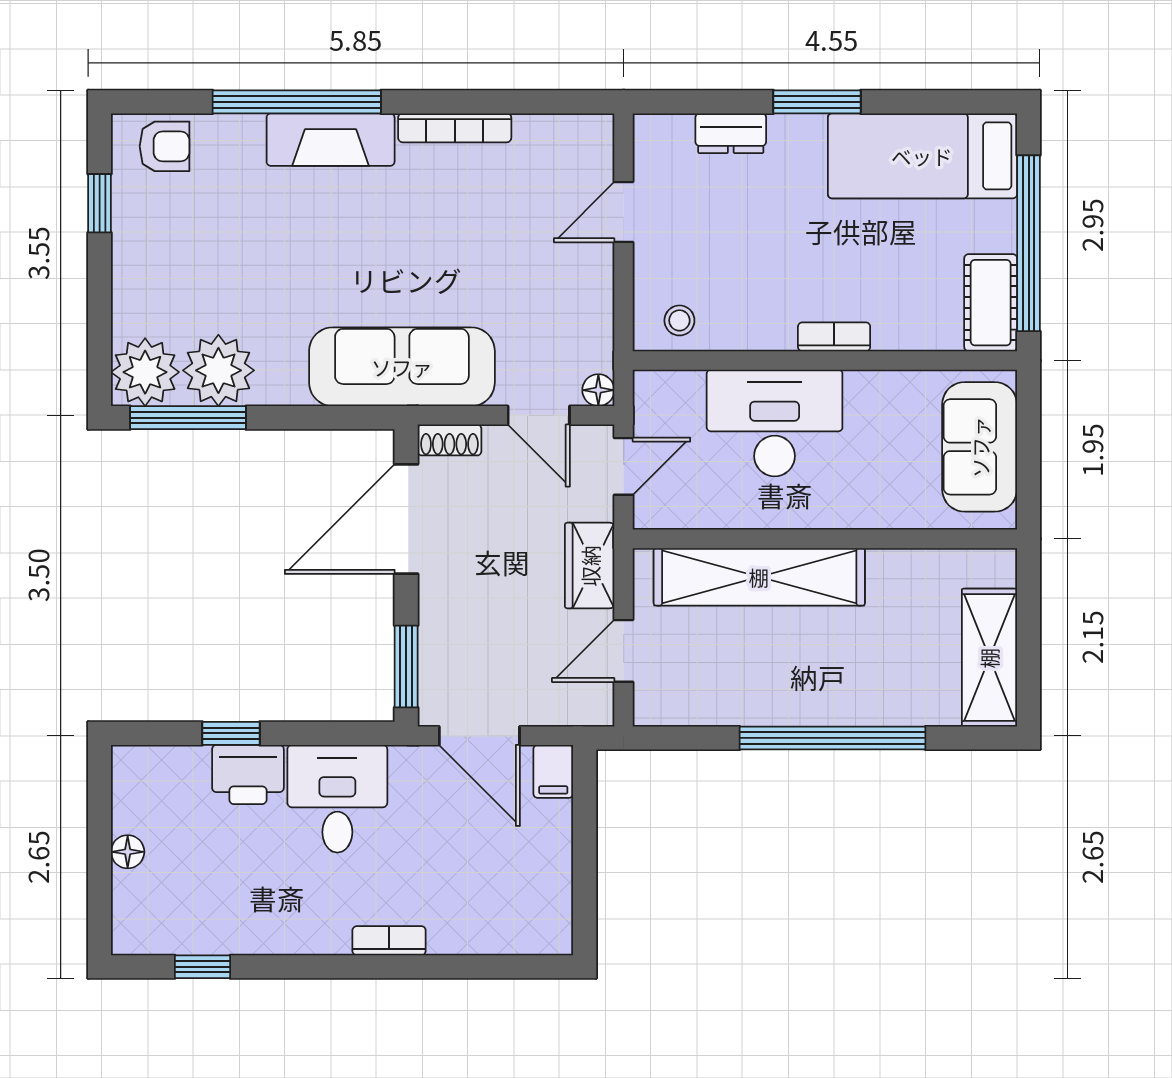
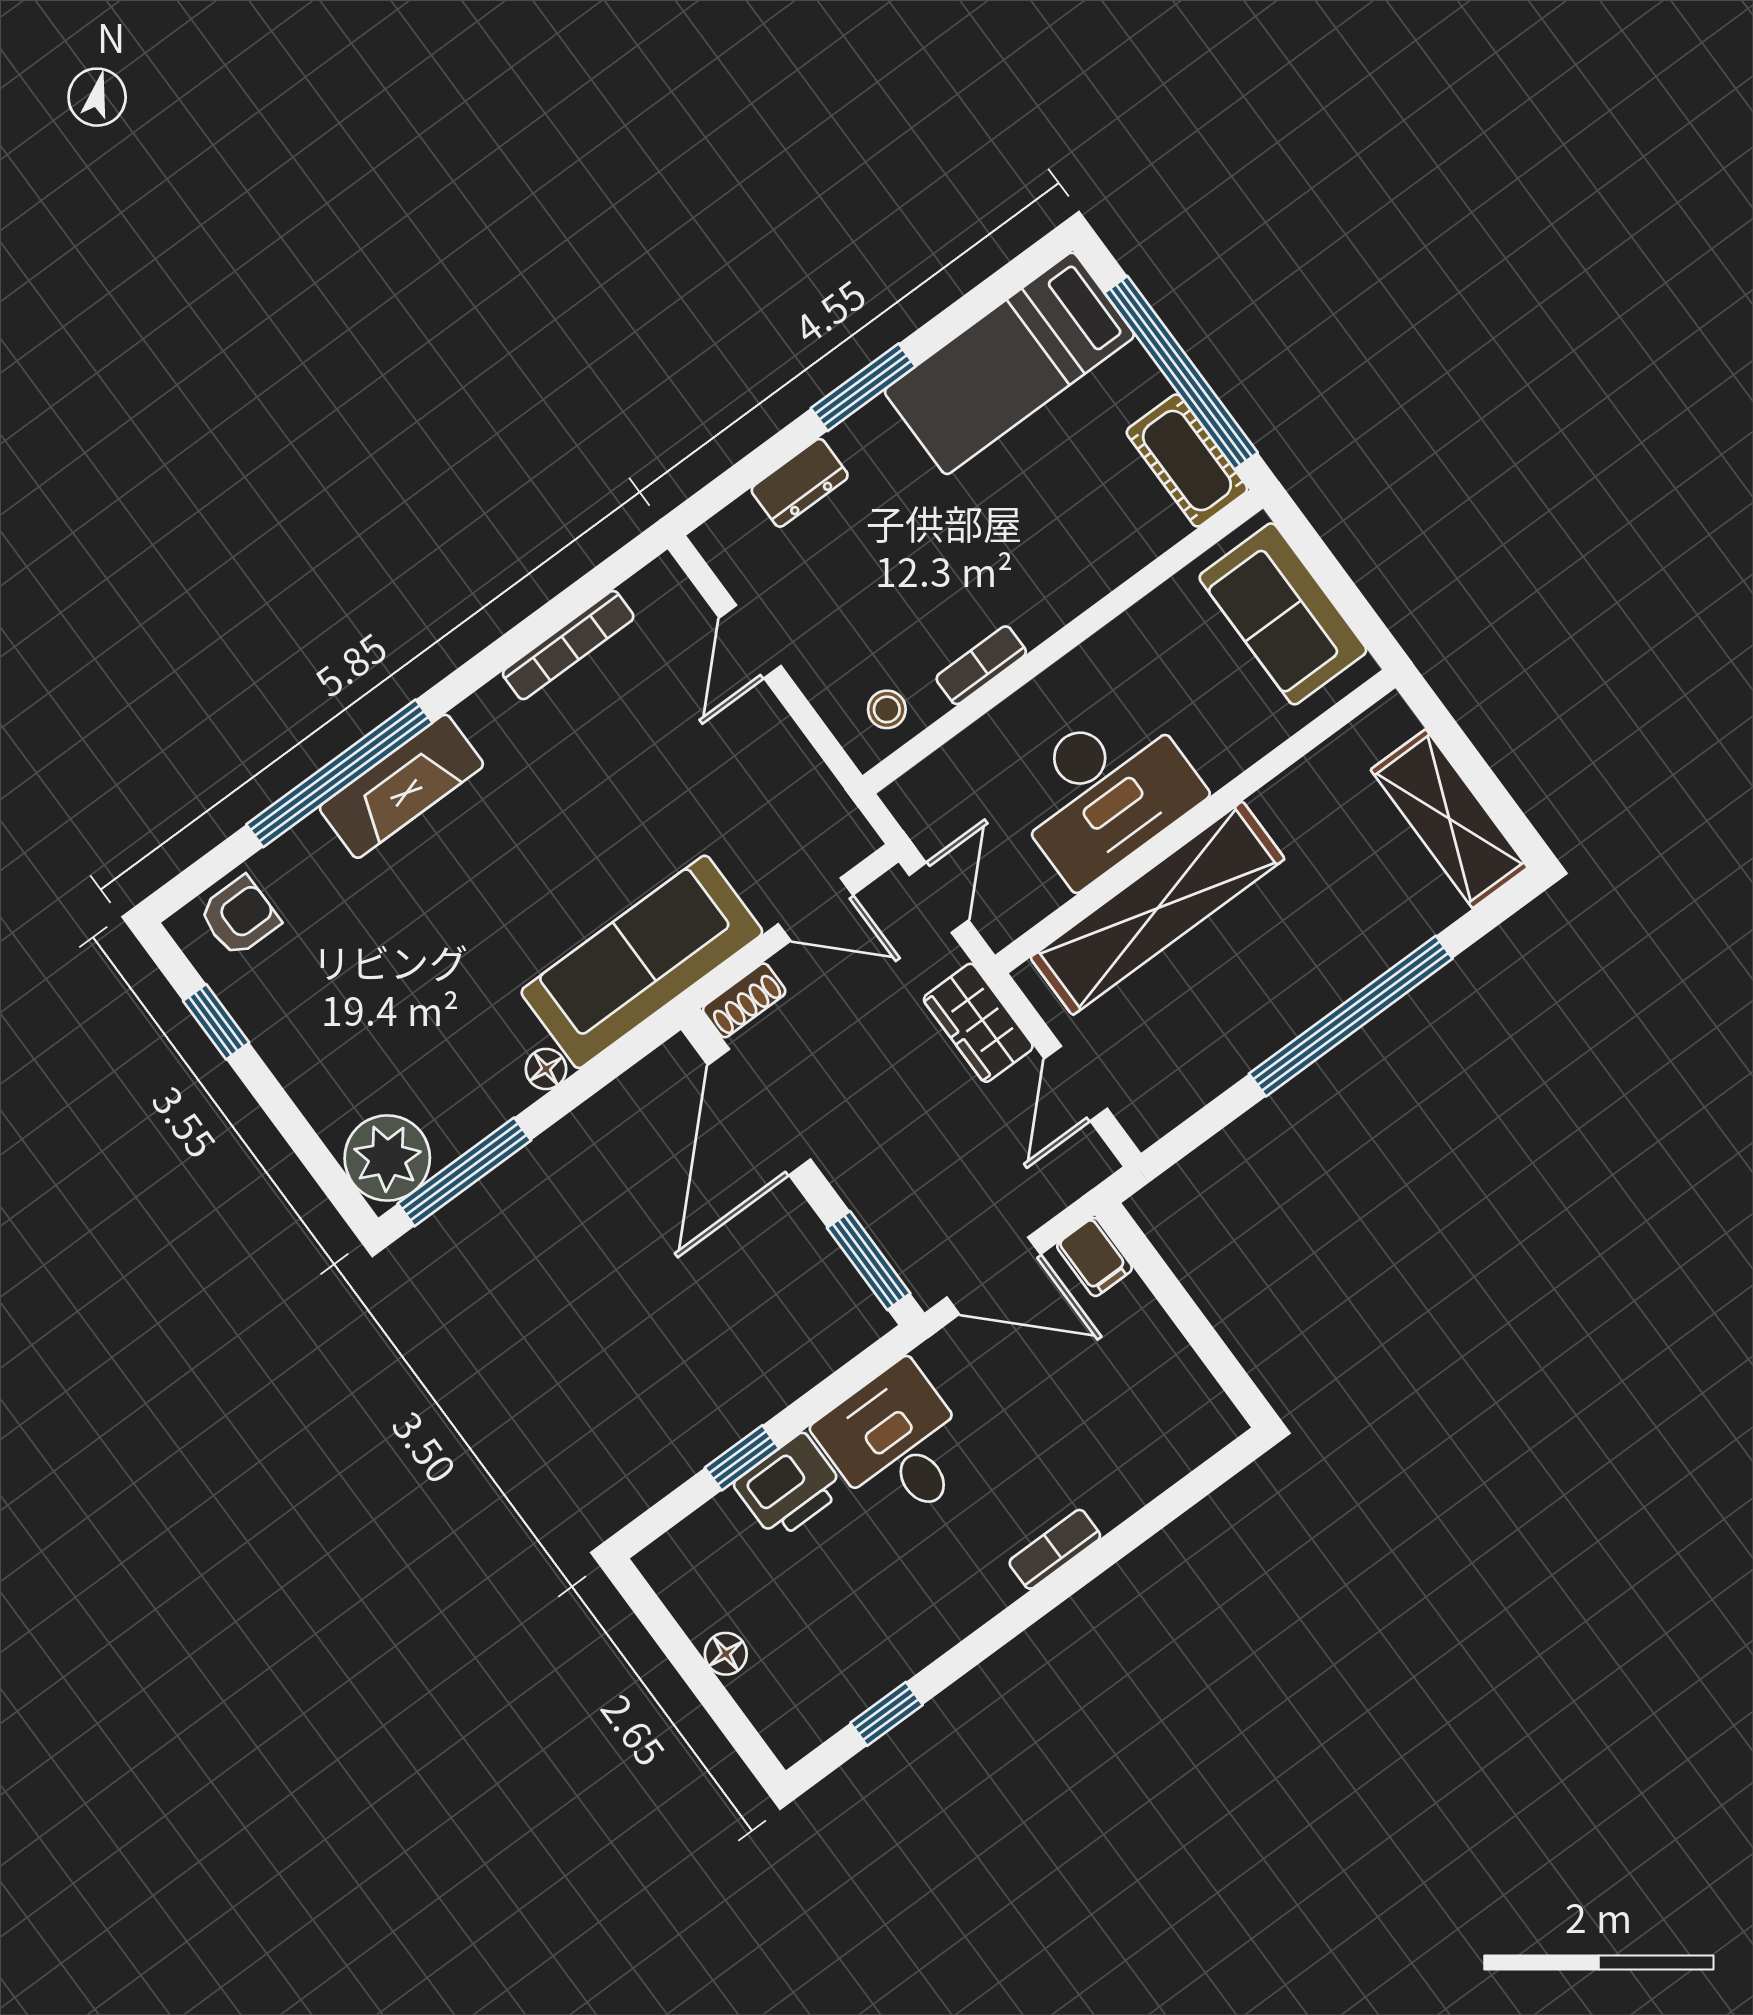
bookcase: (455, 128) -> (568, 645), moved
bookcase: (834, 337) -> (981, 665), moved
plant: (218, 370) -> (460, 1102), removed
floor lamp: (598, 390) -> (546, 1069), moved
desk: (775, 423) -> (1104, 791), moved, turned 180

